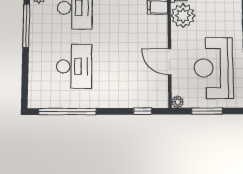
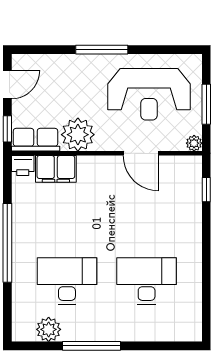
door: (170, 62) -> (141, 153), hinge flipped
window: (68, 112) -> (206, 289), removed

